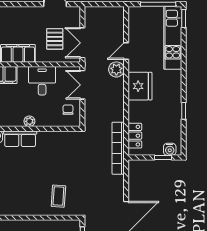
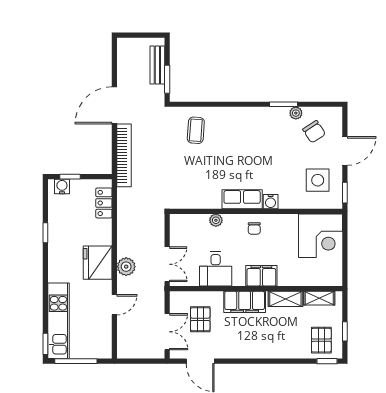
double door: (82, 43) -> (167, 332), moved
plant: (116, 69) -> (126, 267), moved
chair: (68, 110) -> (254, 228), moved
plant: (29, 121) -> (216, 220), moved
bookcase: (118, 148) -> (124, 155), moved

